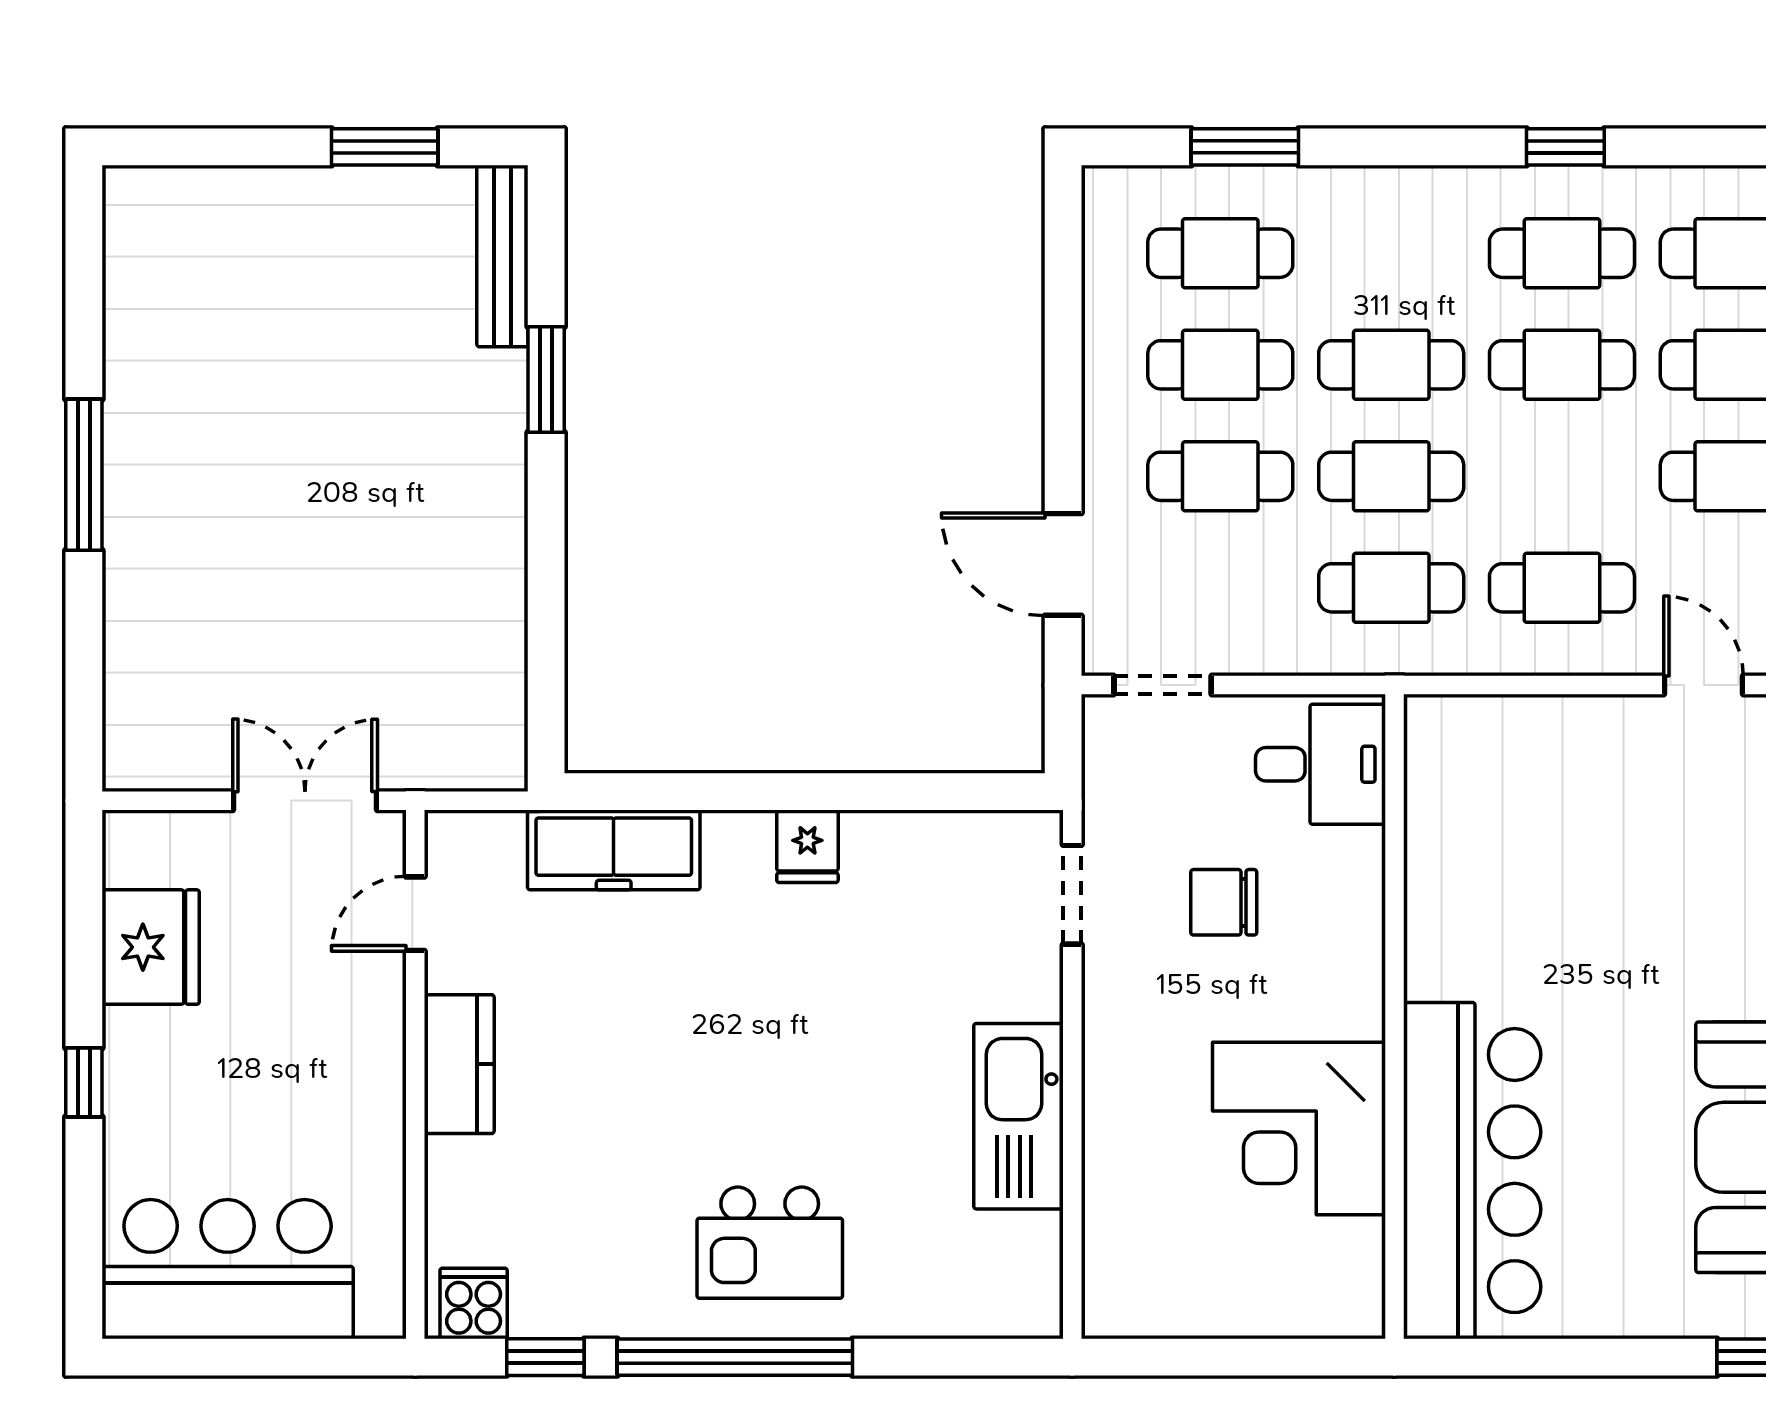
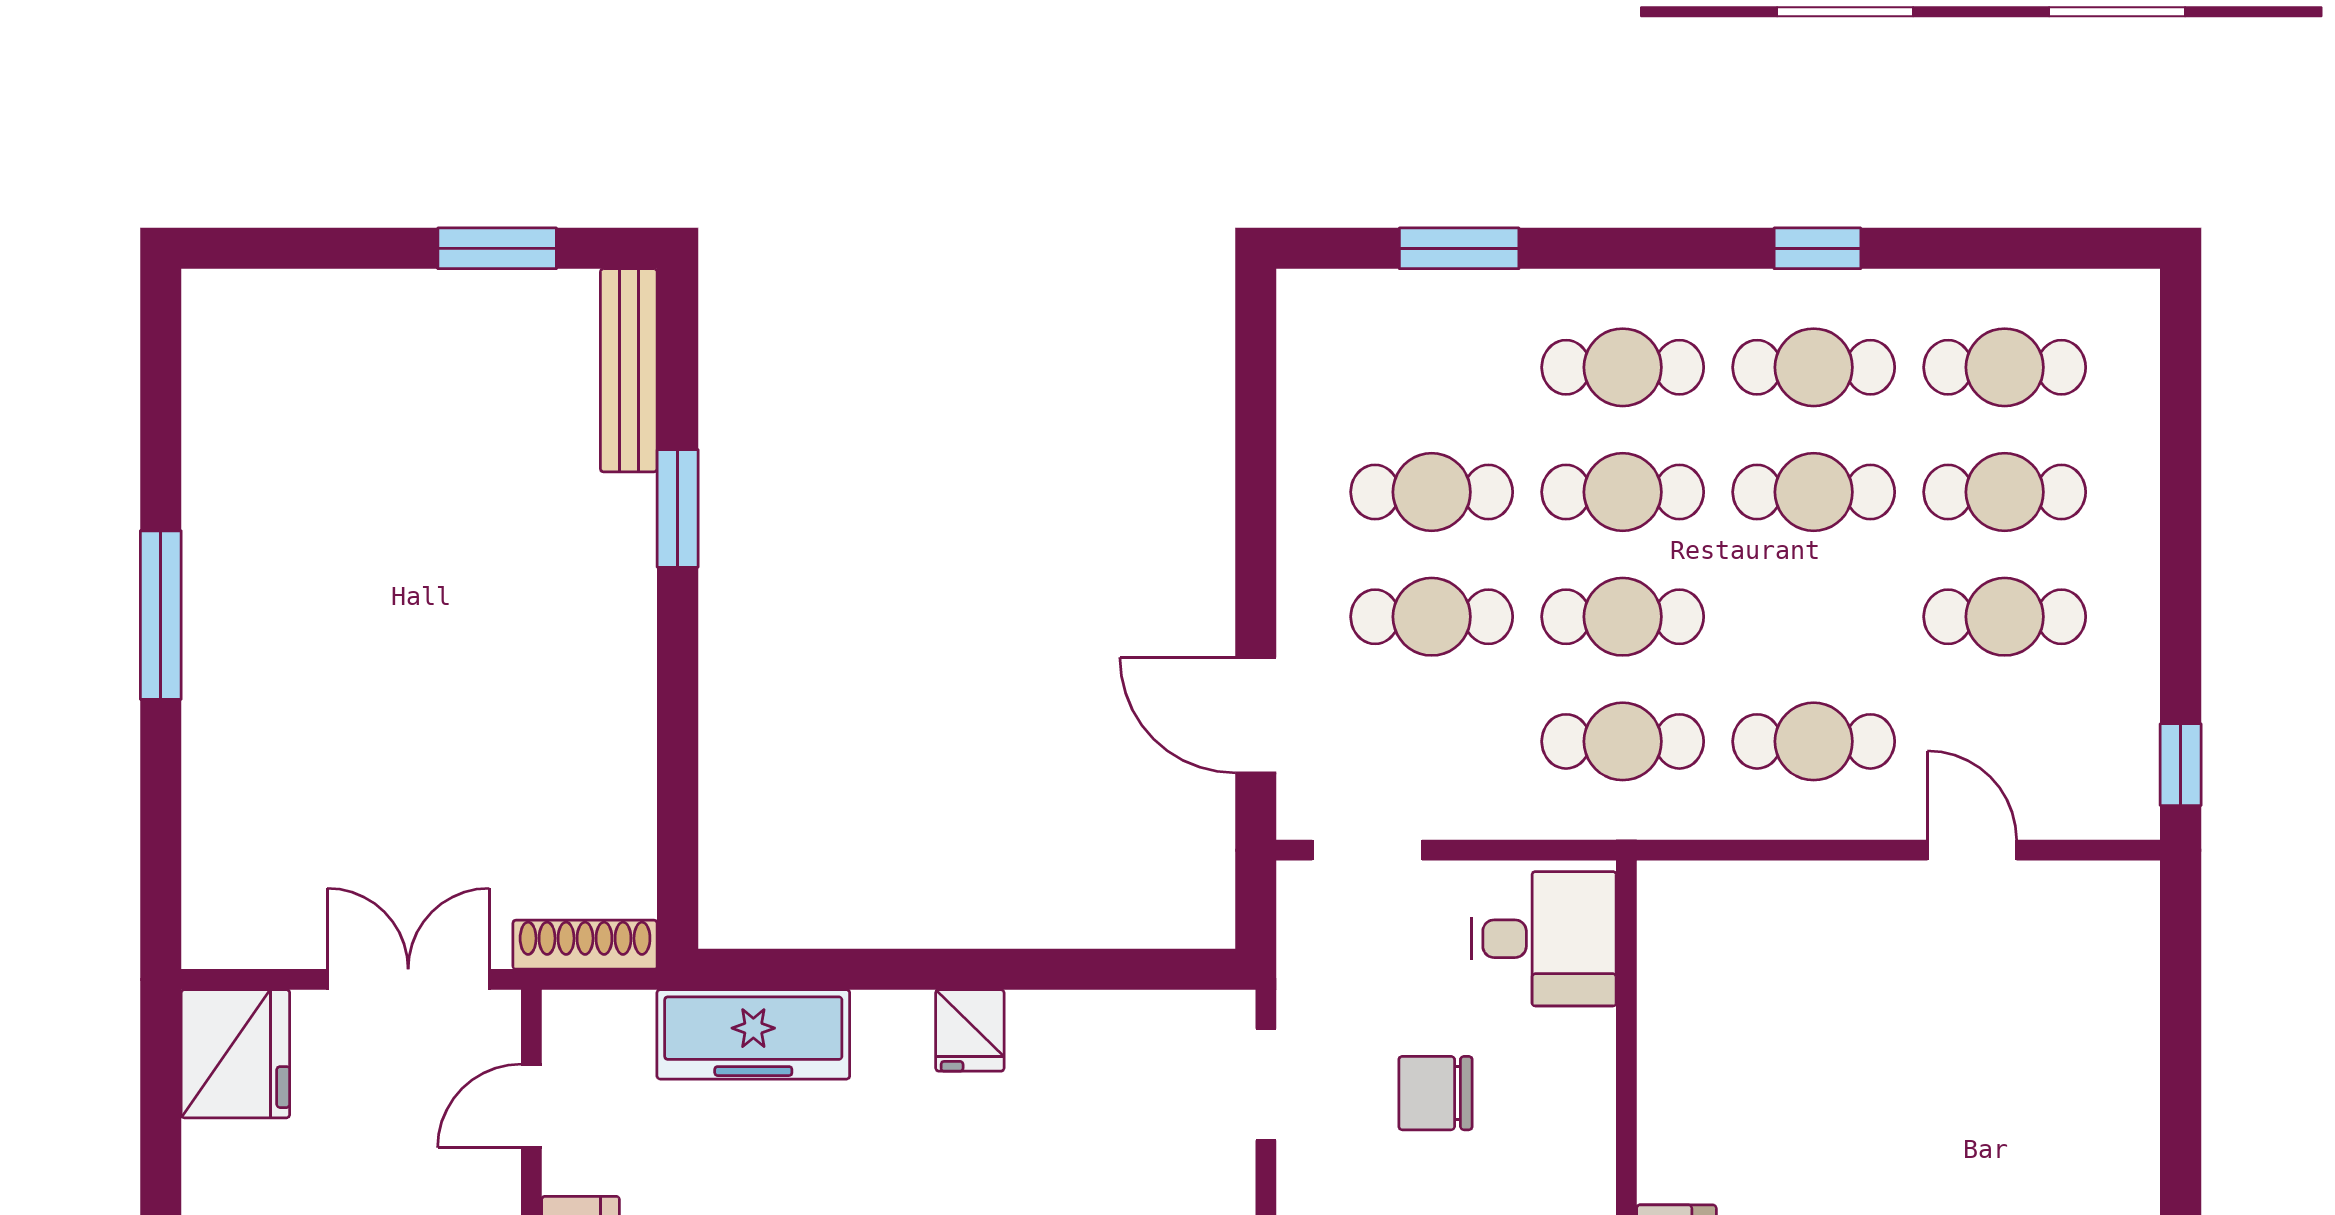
cafe table: (1220, 253) -> (1623, 367), moved
shoe rack: (463, 770) -> (585, 945), added
fridge: (151, 947) -> (235, 1054), moved

